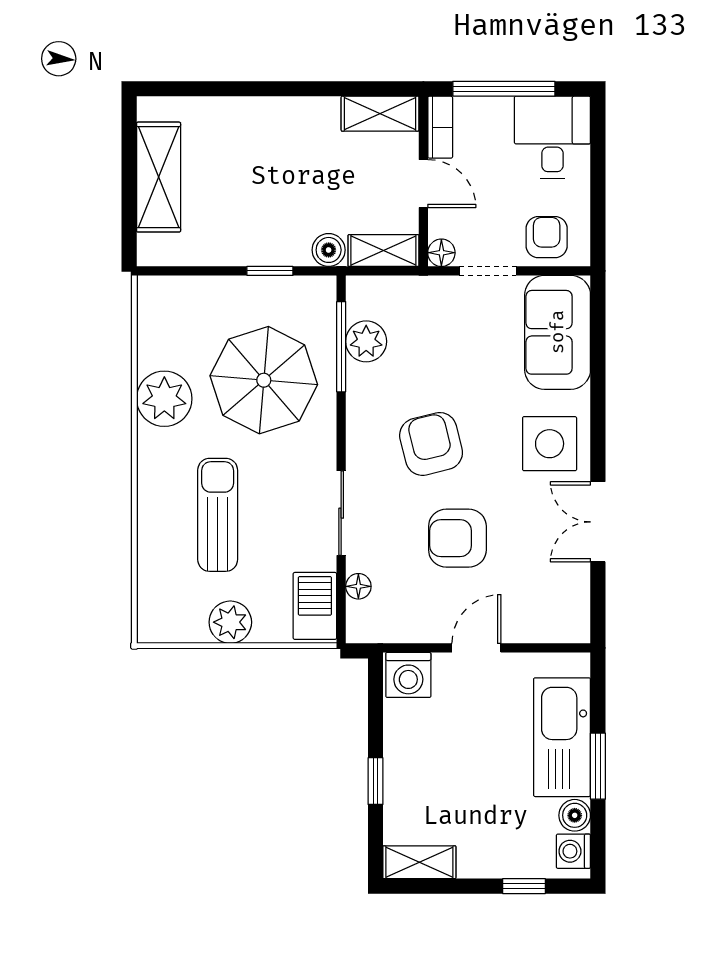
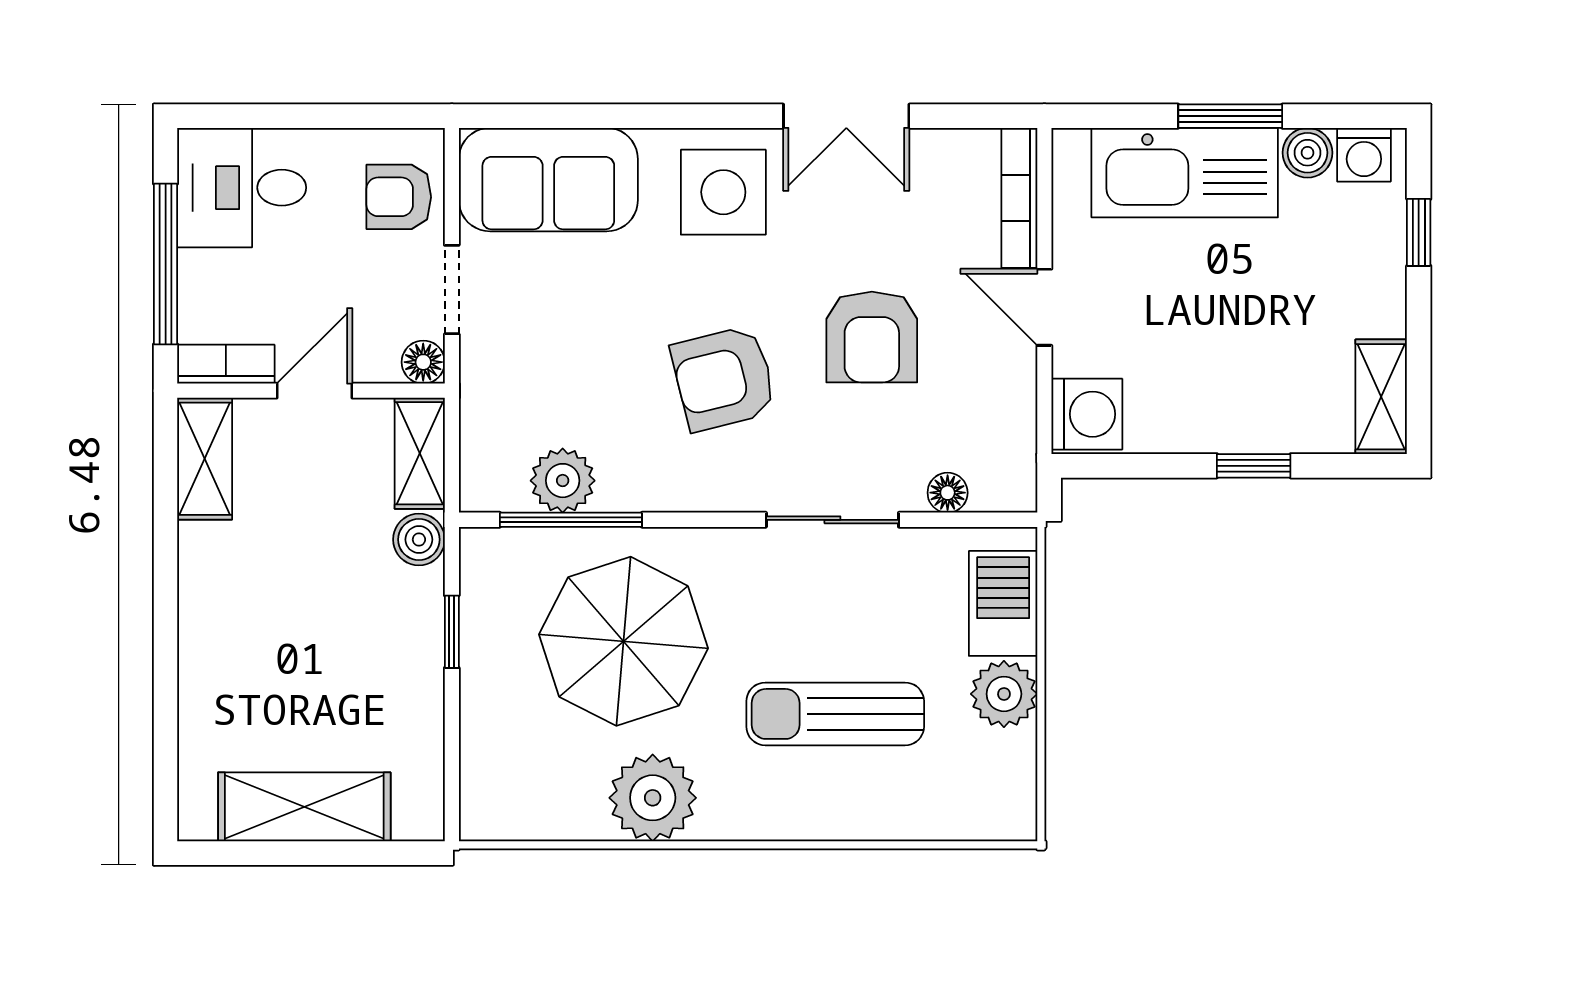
barbecue: (315, 606) -> (1003, 603), moved, turned 90
bookcase: (546, 632) -> (1019, 198), added

